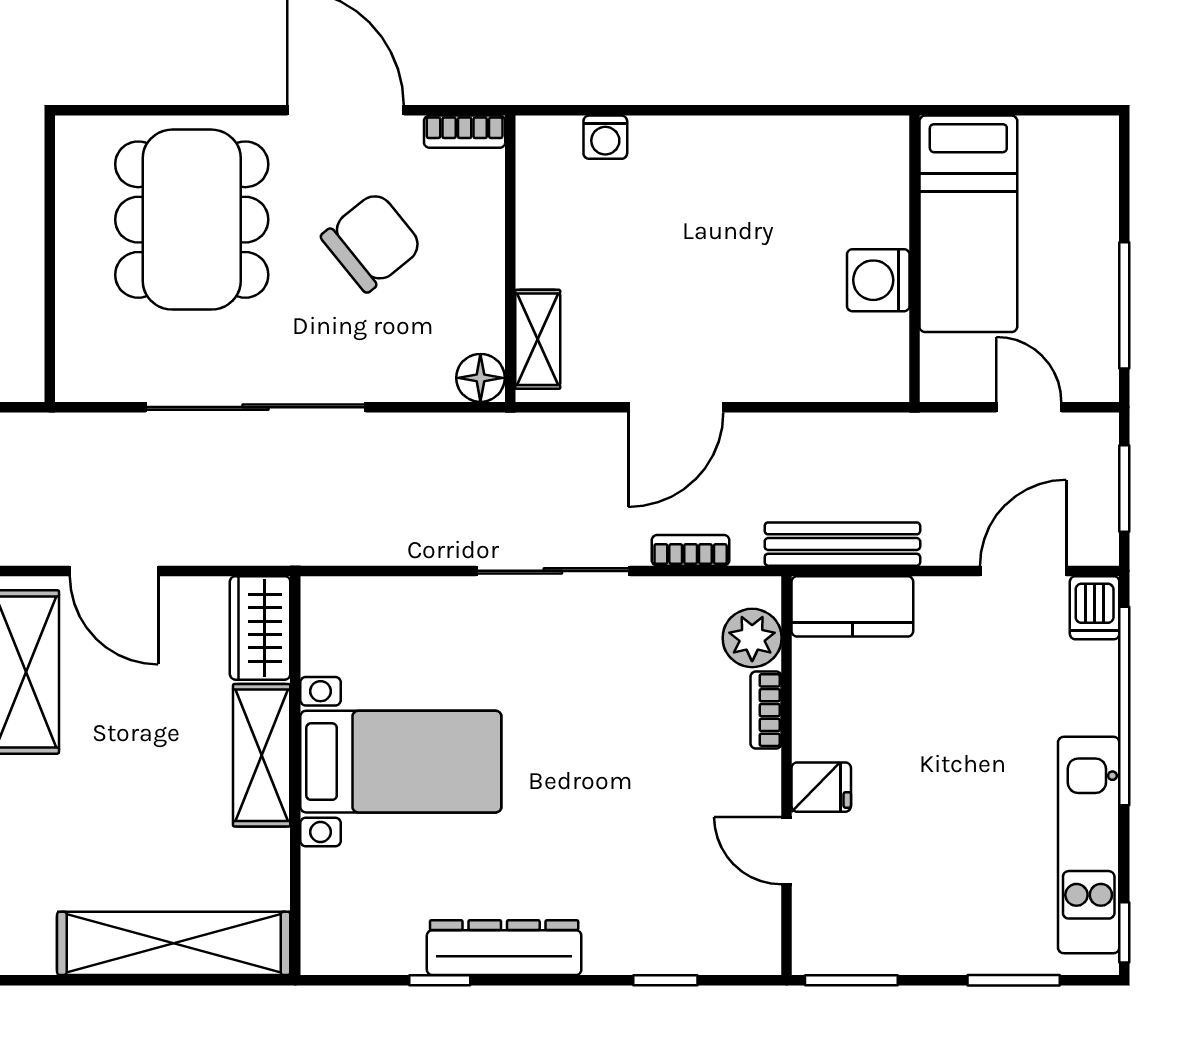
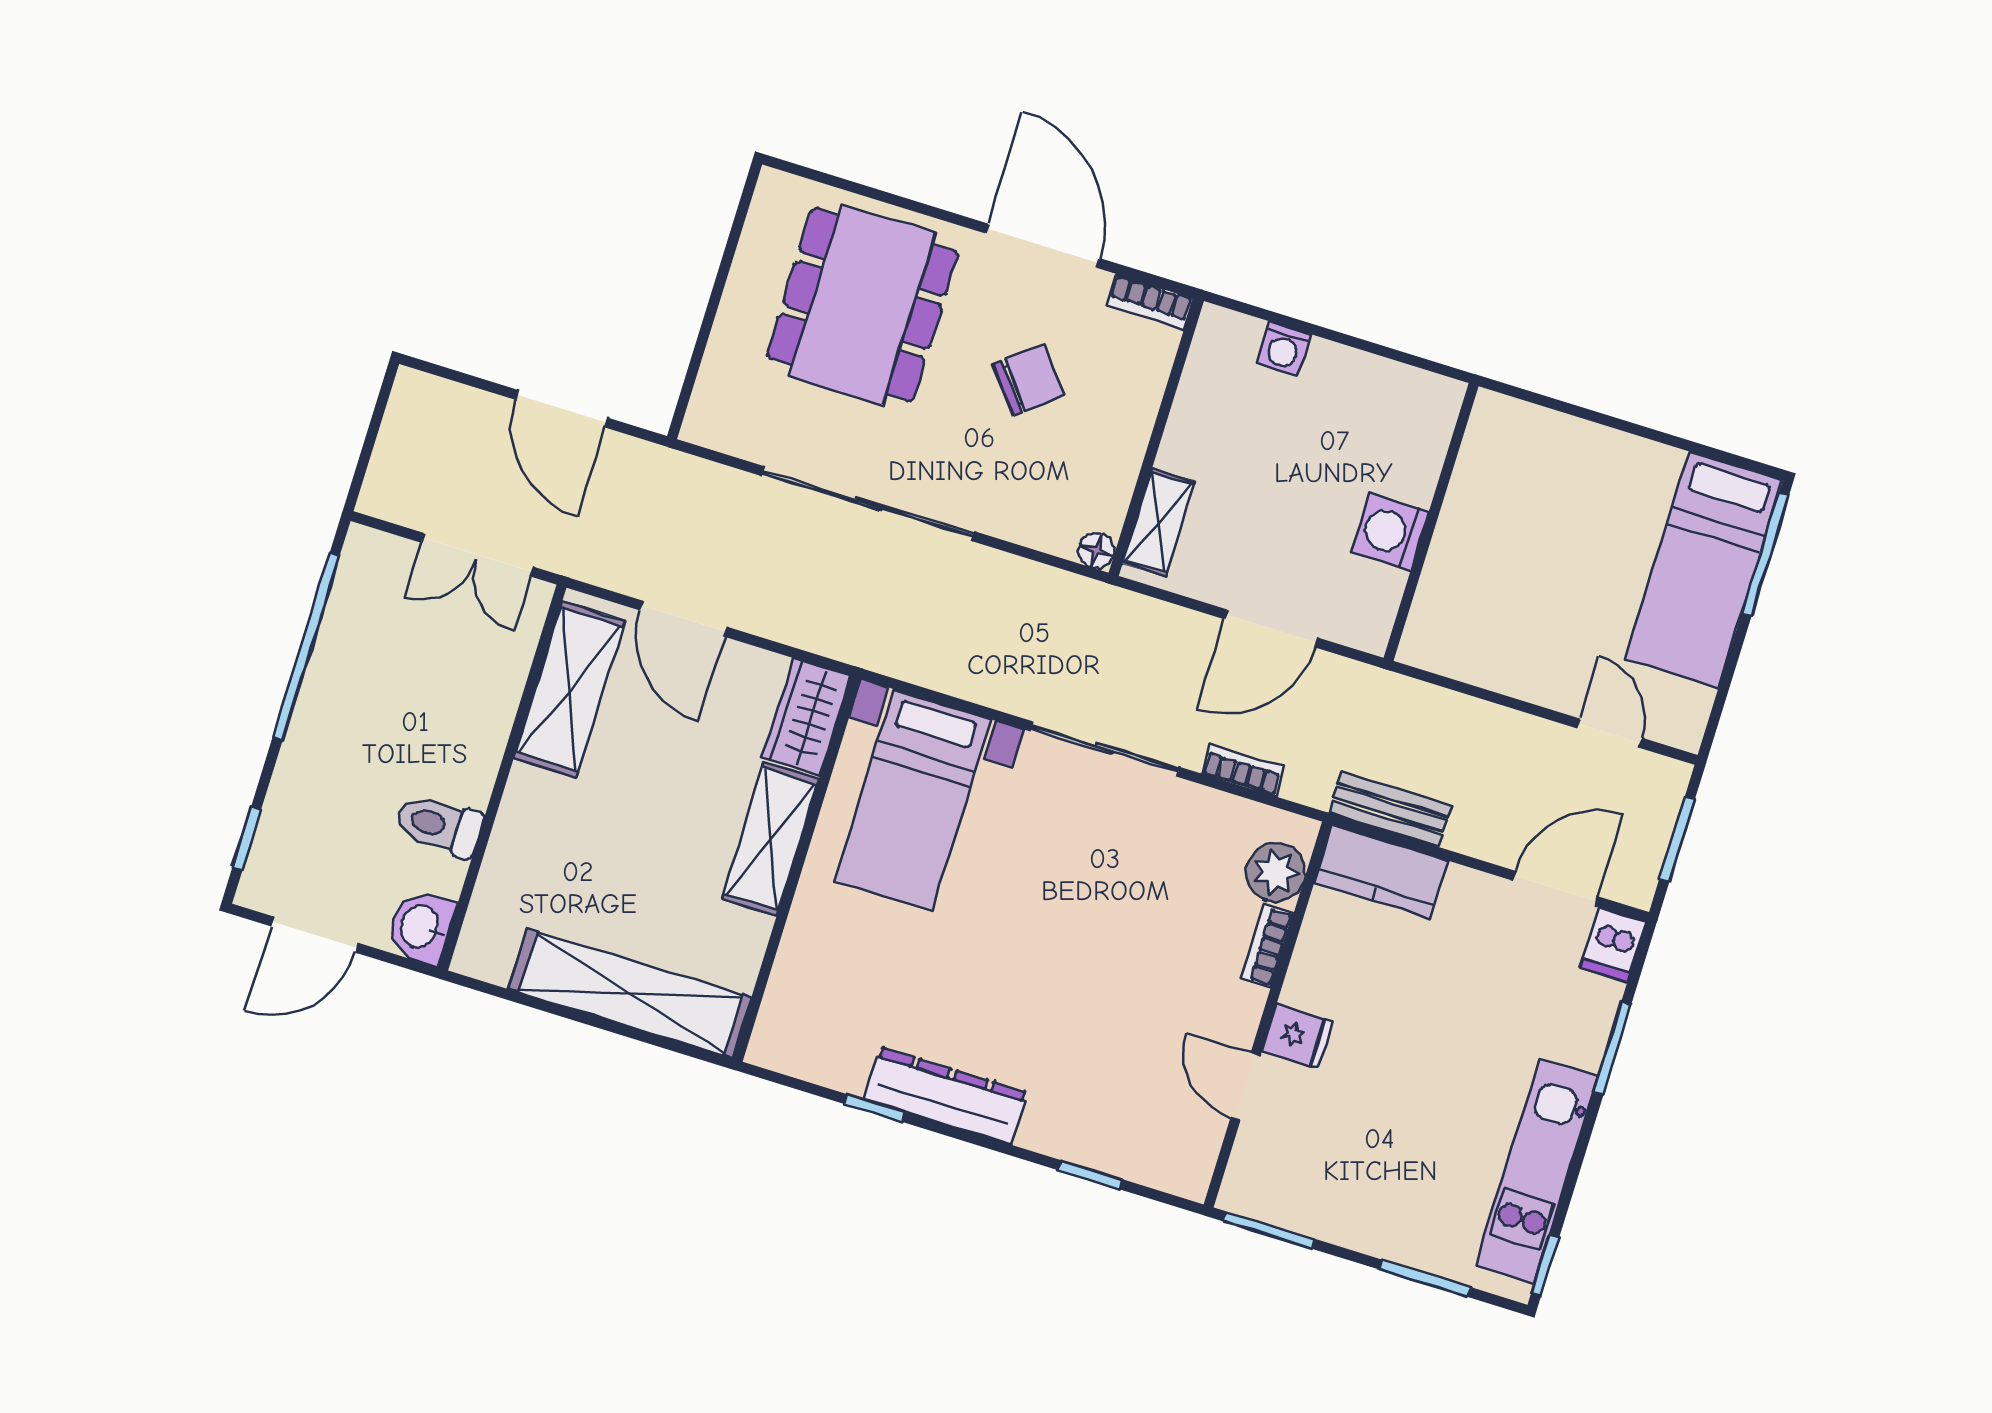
bed: (968, 224) -> (1704, 570), moved
chair: (372, 242) -> (1029, 379), width x0.73, depth x0.73
wall: (915, 259) -> (1431, 522), moved
washing machine: (878, 280) -> (1390, 532), moved
window: (1124, 305) -> (1765, 555), moved
floor lamp: (480, 378) -> (1097, 551), width x0.73, depth x0.73
bench: (842, 544) -> (1390, 809), width x0.73
window: (1124, 706) -> (1612, 1048), width x0.47
bed with nightstands: (401, 762) -> (912, 800), moved, turned 90

